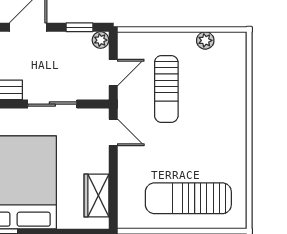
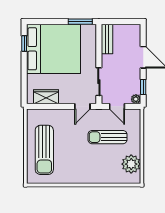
plant: (205, 40) -> (131, 164), width x1.88, depth x1.88
sliding door: (52, 104) -> (99, 82), moved
sun lounger: (188, 198) -> (44, 150), turned 180

